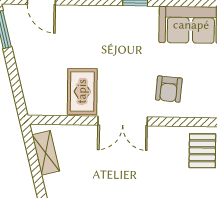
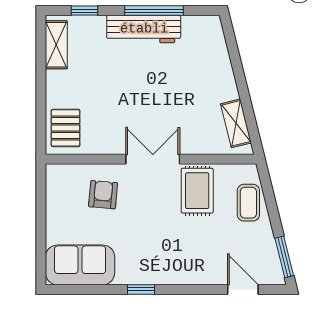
coffee table: (35, 80) -> (248, 203), added

